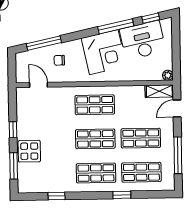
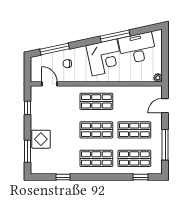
window: (151, 18) -> (144, 30), removed
shelving: (159, 91) -> (150, 91), removed
window: (13, 130) -> (28, 108), moved
window: (122, 195) -> (141, 177), moved

